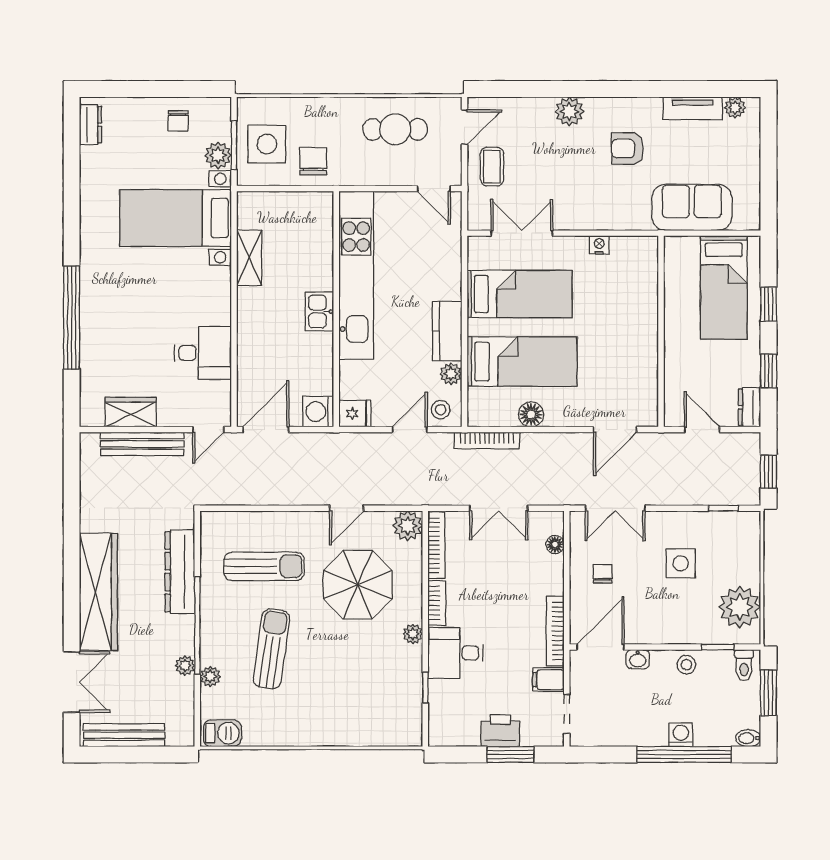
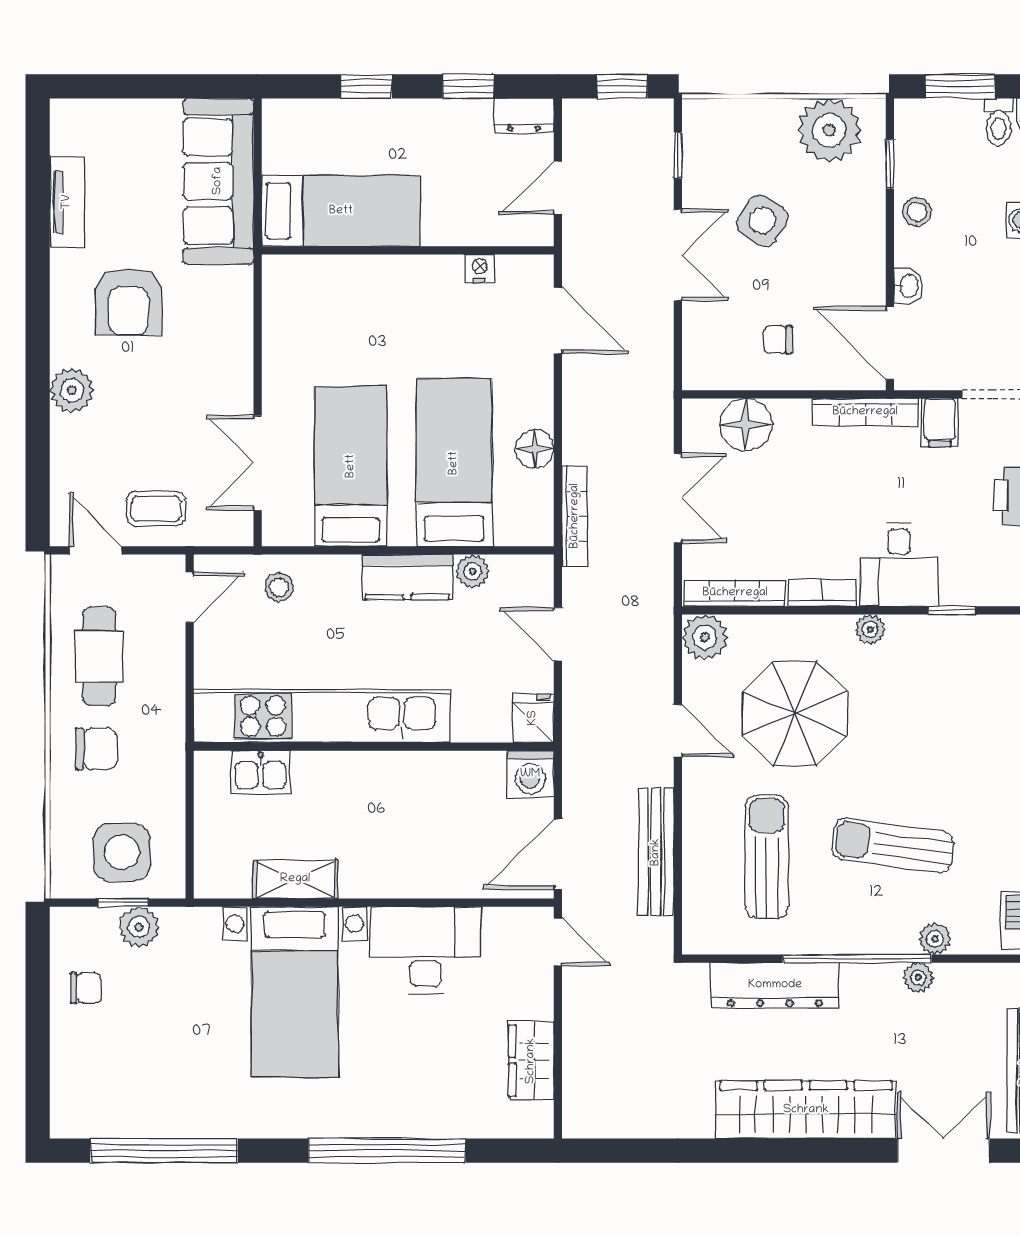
plant: (735, 107) -> (66, 137), removed
dresser: (91, 125) -> (92, 1122), removed
window: (234, 145) -> (123, 903), width x0.67
armchair: (628, 149) -> (129, 302), width x1.38, depth x1.38
chair: (313, 161) -> (96, 749), moved, turned 180
window: (72, 172) -> (164, 1151), added
sofa: (692, 207) -> (218, 181), width x1.36
bed with nightstands: (176, 218) -> (295, 992), moved
nightstand: (599, 245) -> (480, 268), moved, turned 90
bed: (724, 288) -> (341, 211), moved
kitchen sink: (319, 311) -> (261, 772), moved
desk: (203, 353) -> (426, 950), width x1.37
stool: (441, 410) -> (279, 587), moved
door: (266, 430) -> (558, 854), hinge flipped
bench: (142, 444) -> (656, 852), moved
double door: (615, 508) -> (678, 255), moved
floor lamp: (555, 545) -> (746, 425), width x1.89, depth x1.89
side table: (681, 563) -> (762, 220), turned 32
toilet: (744, 665) -> (999, 122), moved, turned 90

